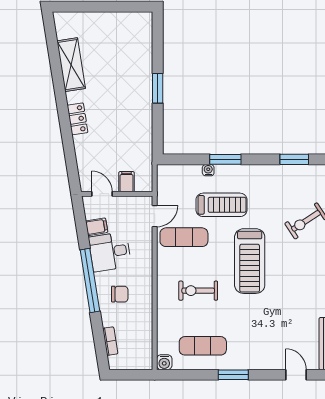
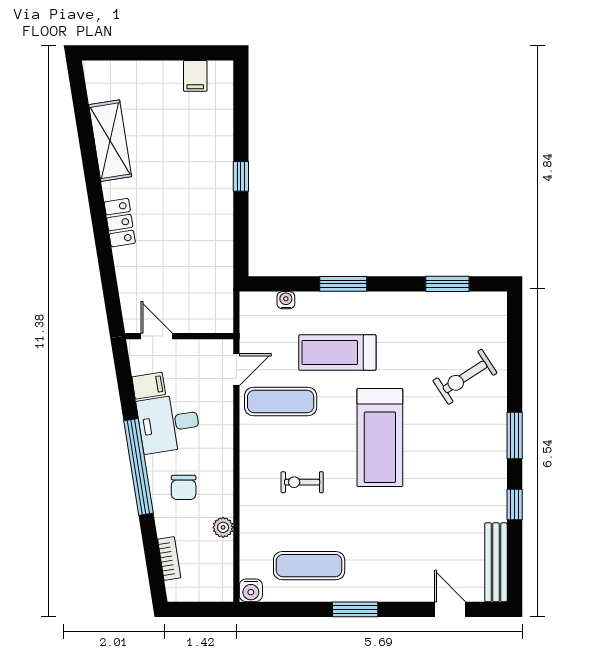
window: (158, 88) -> (241, 176), width x0.67
water cooler: (208, 170) -> (286, 300), moved
filing cabinet: (126, 182) -> (195, 76), moved, turned 180
treadmill: (222, 205) -> (337, 352), turned 180
exercise bike: (198, 291) -> (302, 482), width x0.73, depth x0.72
chair: (120, 294) -> (184, 487), turned 90
plant: (146, 321) -> (223, 527), added

